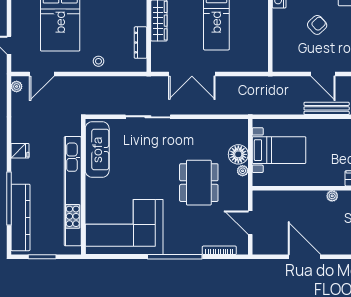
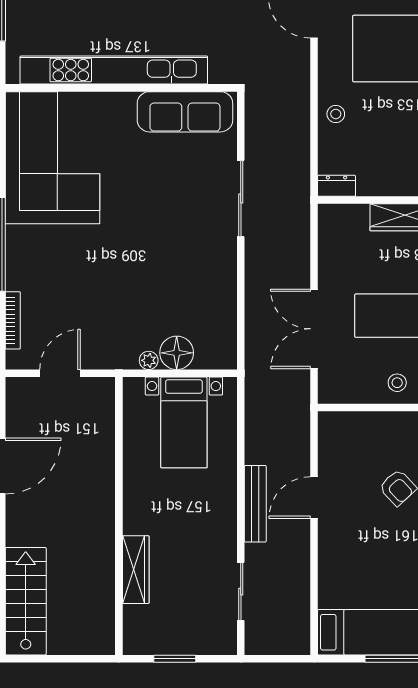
stool: (256, 25) -> (397, 383), added
dresser: (141, 43) -> (337, 186), moved, width x0.70
double door: (192, 74) -> (314, 329), moved
dining table: (199, 183) -> (128, 286), removed
plant: (332, 196) -> (106, 513), removed

